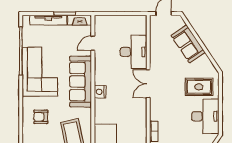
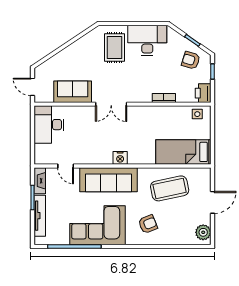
sofa: (188, 44) -> (73, 92), moved, turned -146
desk: (134, 52) -> (49, 125), moved, turned -90
armchair: (41, 117) -> (148, 224), turned -112

